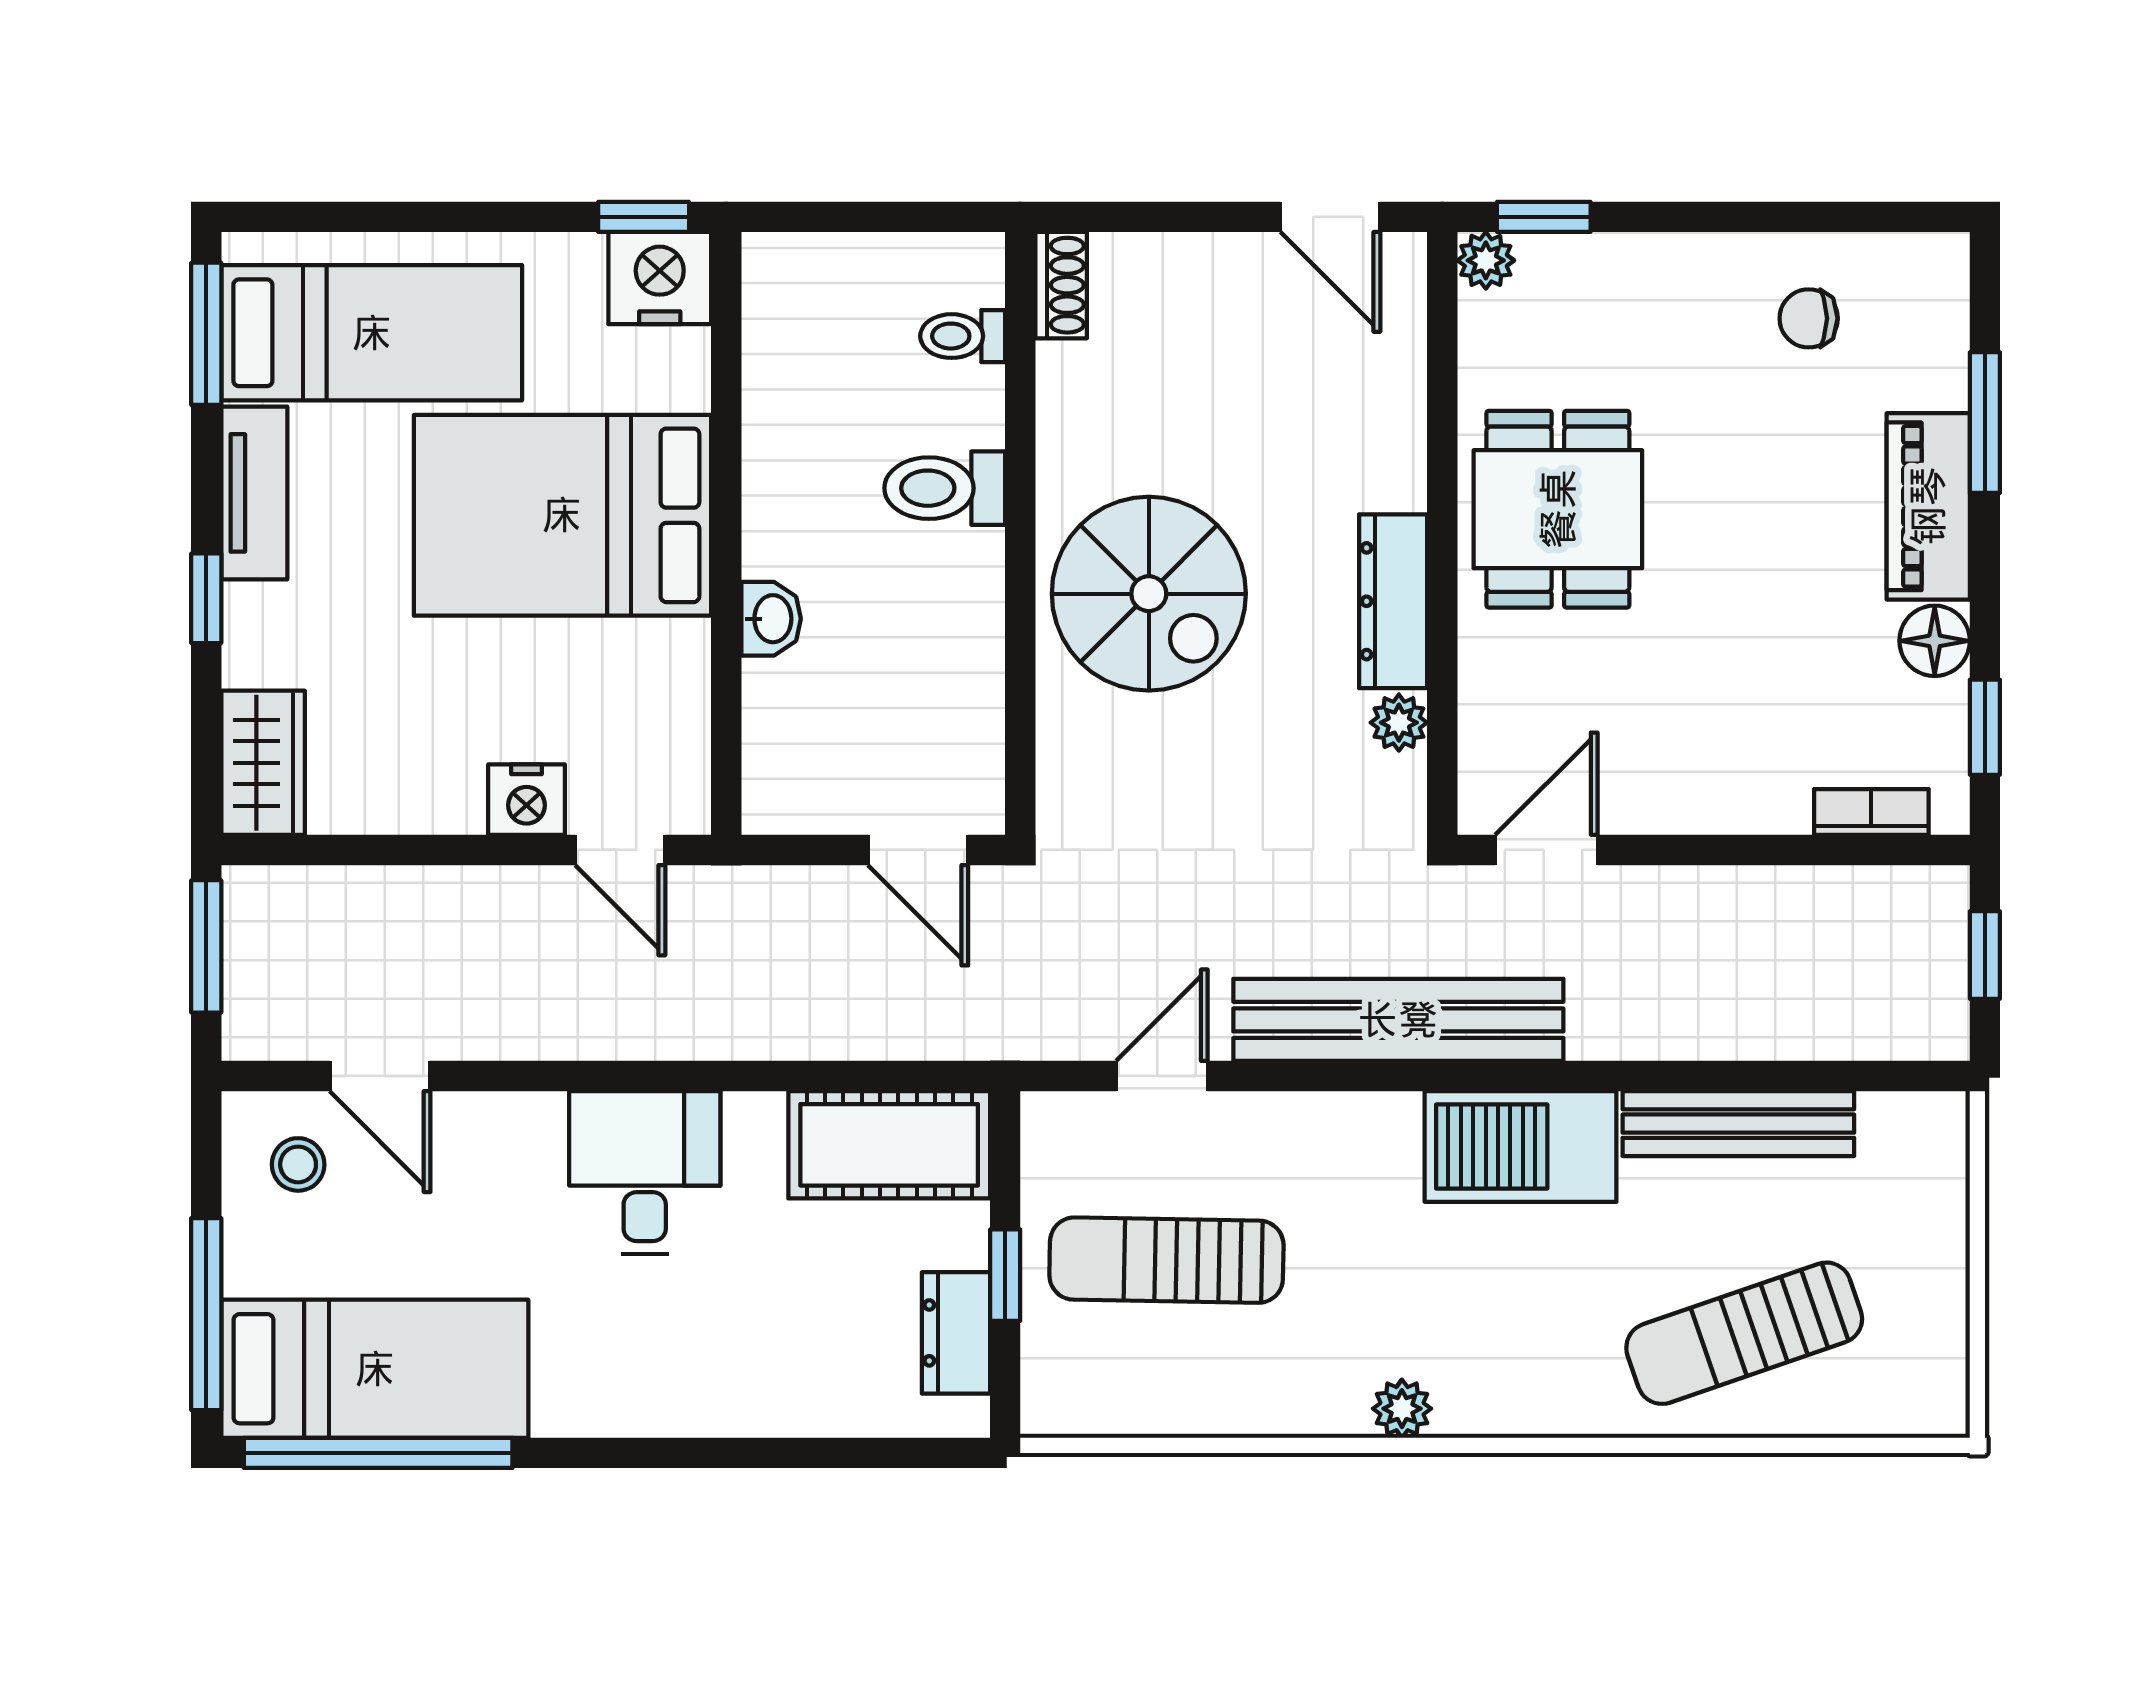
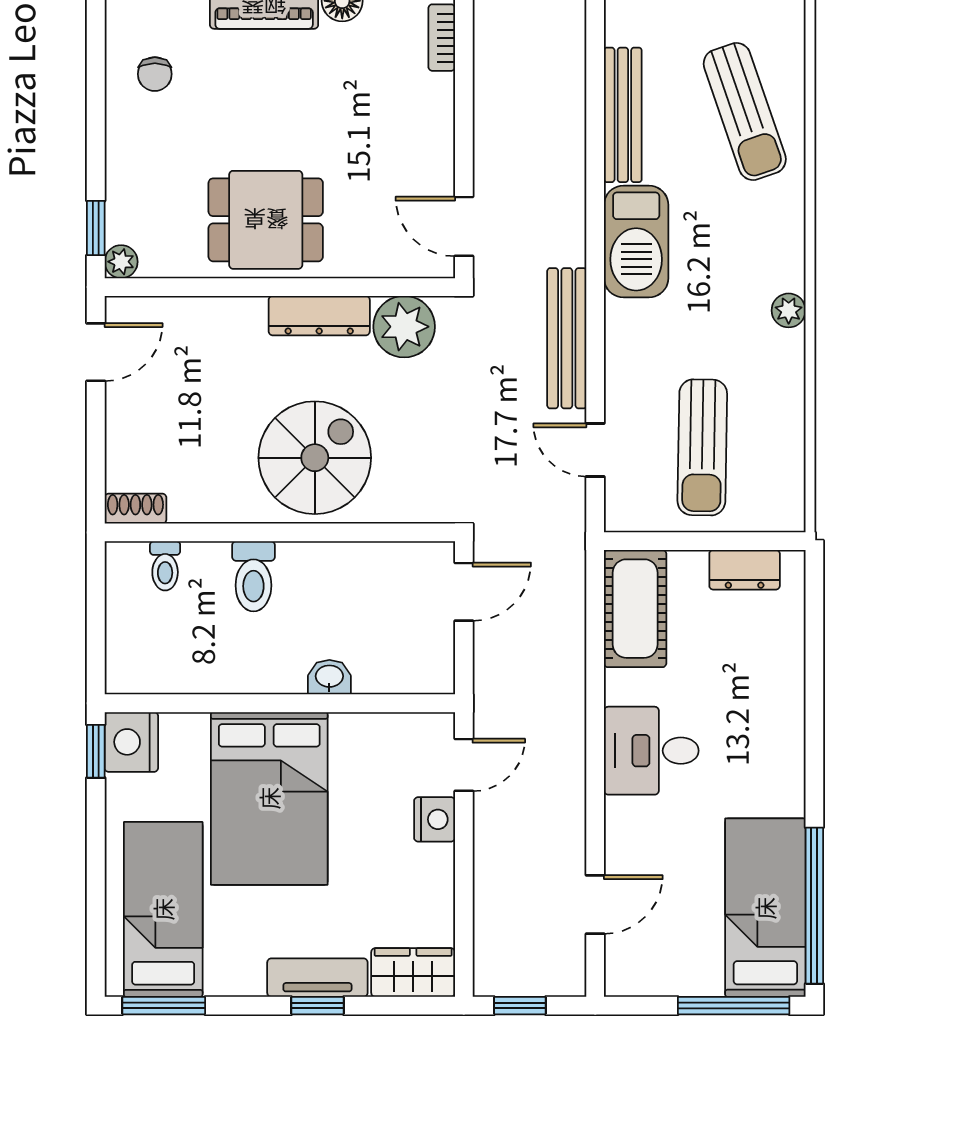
tv unit: (254, 493) -> (317, 978), moved
plant: (1399, 723) -> (404, 327), width x1.88, depth x1.88
window: (206, 946) -> (520, 1006), width x0.67
bench: (1398, 1020) -> (567, 338), width x0.73, depth x0.82
stool: (298, 1164) -> (647, 952), removed
window: (1005, 1275) -> (711, 541), removed

